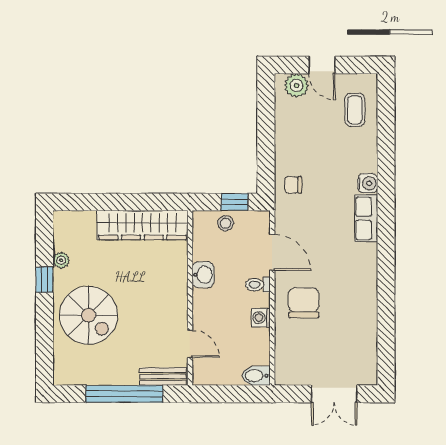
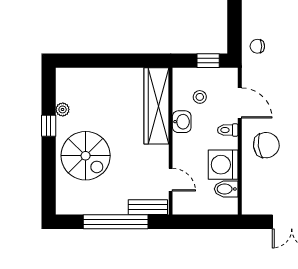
stool: (226, 223) -> (200, 97), moved
wardrobe: (142, 225) -> (157, 106), moved, turned 90
chair: (304, 303) -> (266, 145), turned 83
washing machine: (261, 318) -> (223, 165), width x1.89, depth x1.89
bidet: (256, 376) -> (226, 189), moved

